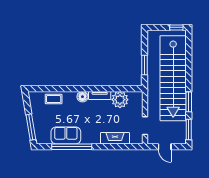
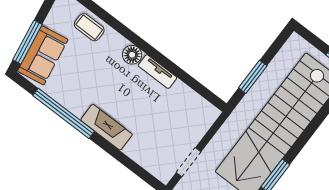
plant: (120, 100) -> (181, 99), removed
sofa: (66, 135) -> (43, 55), moved, turned 81
fireplace: (115, 138) -> (106, 127), moved

